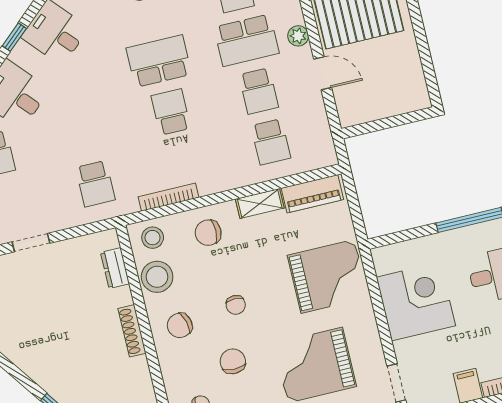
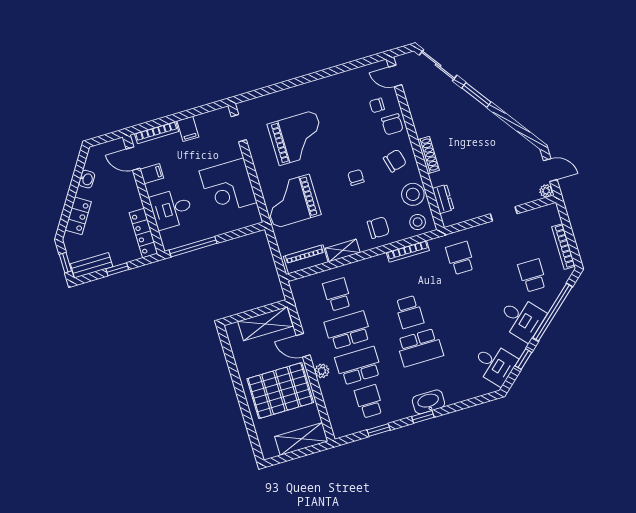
school desk: (259, 91) -> (348, 330), width x1.85
shelving: (374, 106) -> (265, 324), added
chair: (233, 361) -> (392, 124), moved

